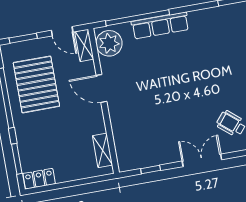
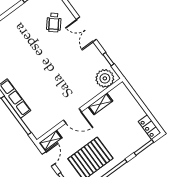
plant: (109, 43) -> (105, 78), moved
door: (101, 88) -> (72, 116), hinge flipped
shelving: (103, 150) -> (100, 104), moved

